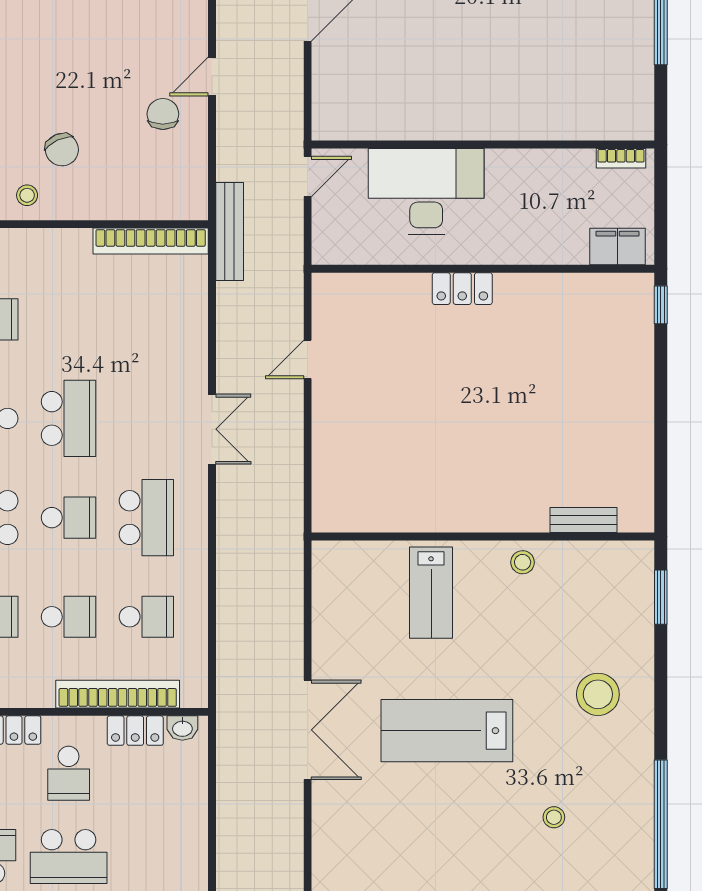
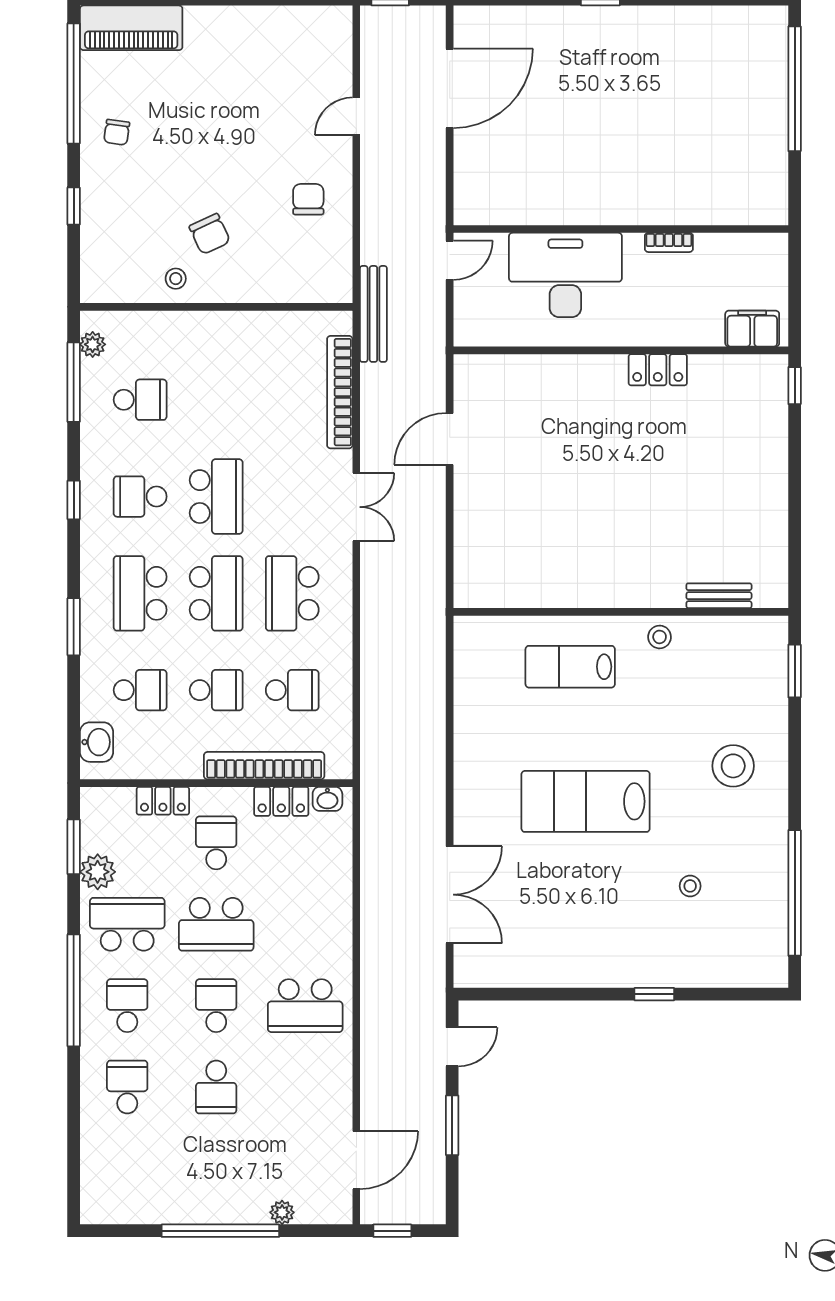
door: (212, 76) -> (356, 116), moved
bookcase: (621, 158) -> (669, 242), moved
bookcase: (151, 241) -> (340, 392), moved, turned 90
locker: (462, 289) -> (658, 370), moved
door: (308, 359) -> (450, 439), width x1.38
school desk: (69, 518) -> (216, 593), width x1.85
school desk: (146, 518) -> (292, 593), turned 180
lab bench: (431, 593) -> (570, 667), turned 90
double door: (308, 730) -> (450, 895), moved
school desk: (69, 773) -> (216, 843), turned 180

